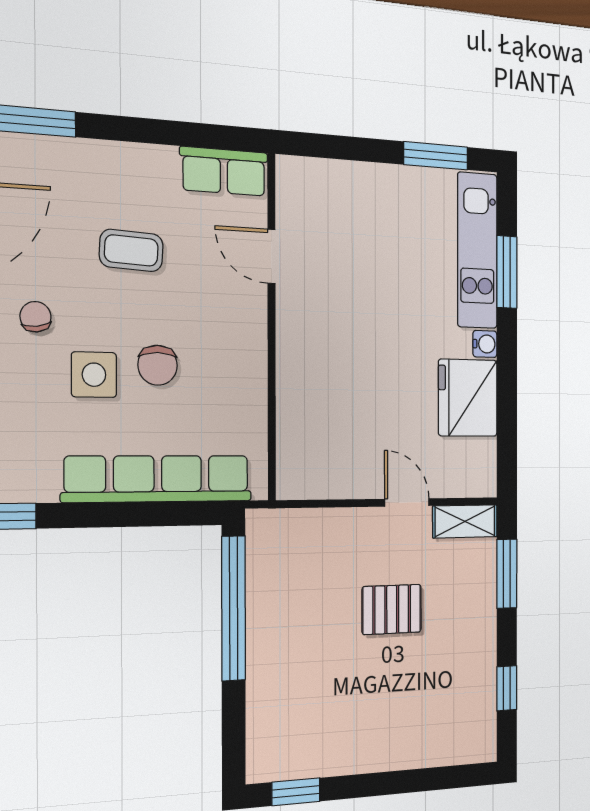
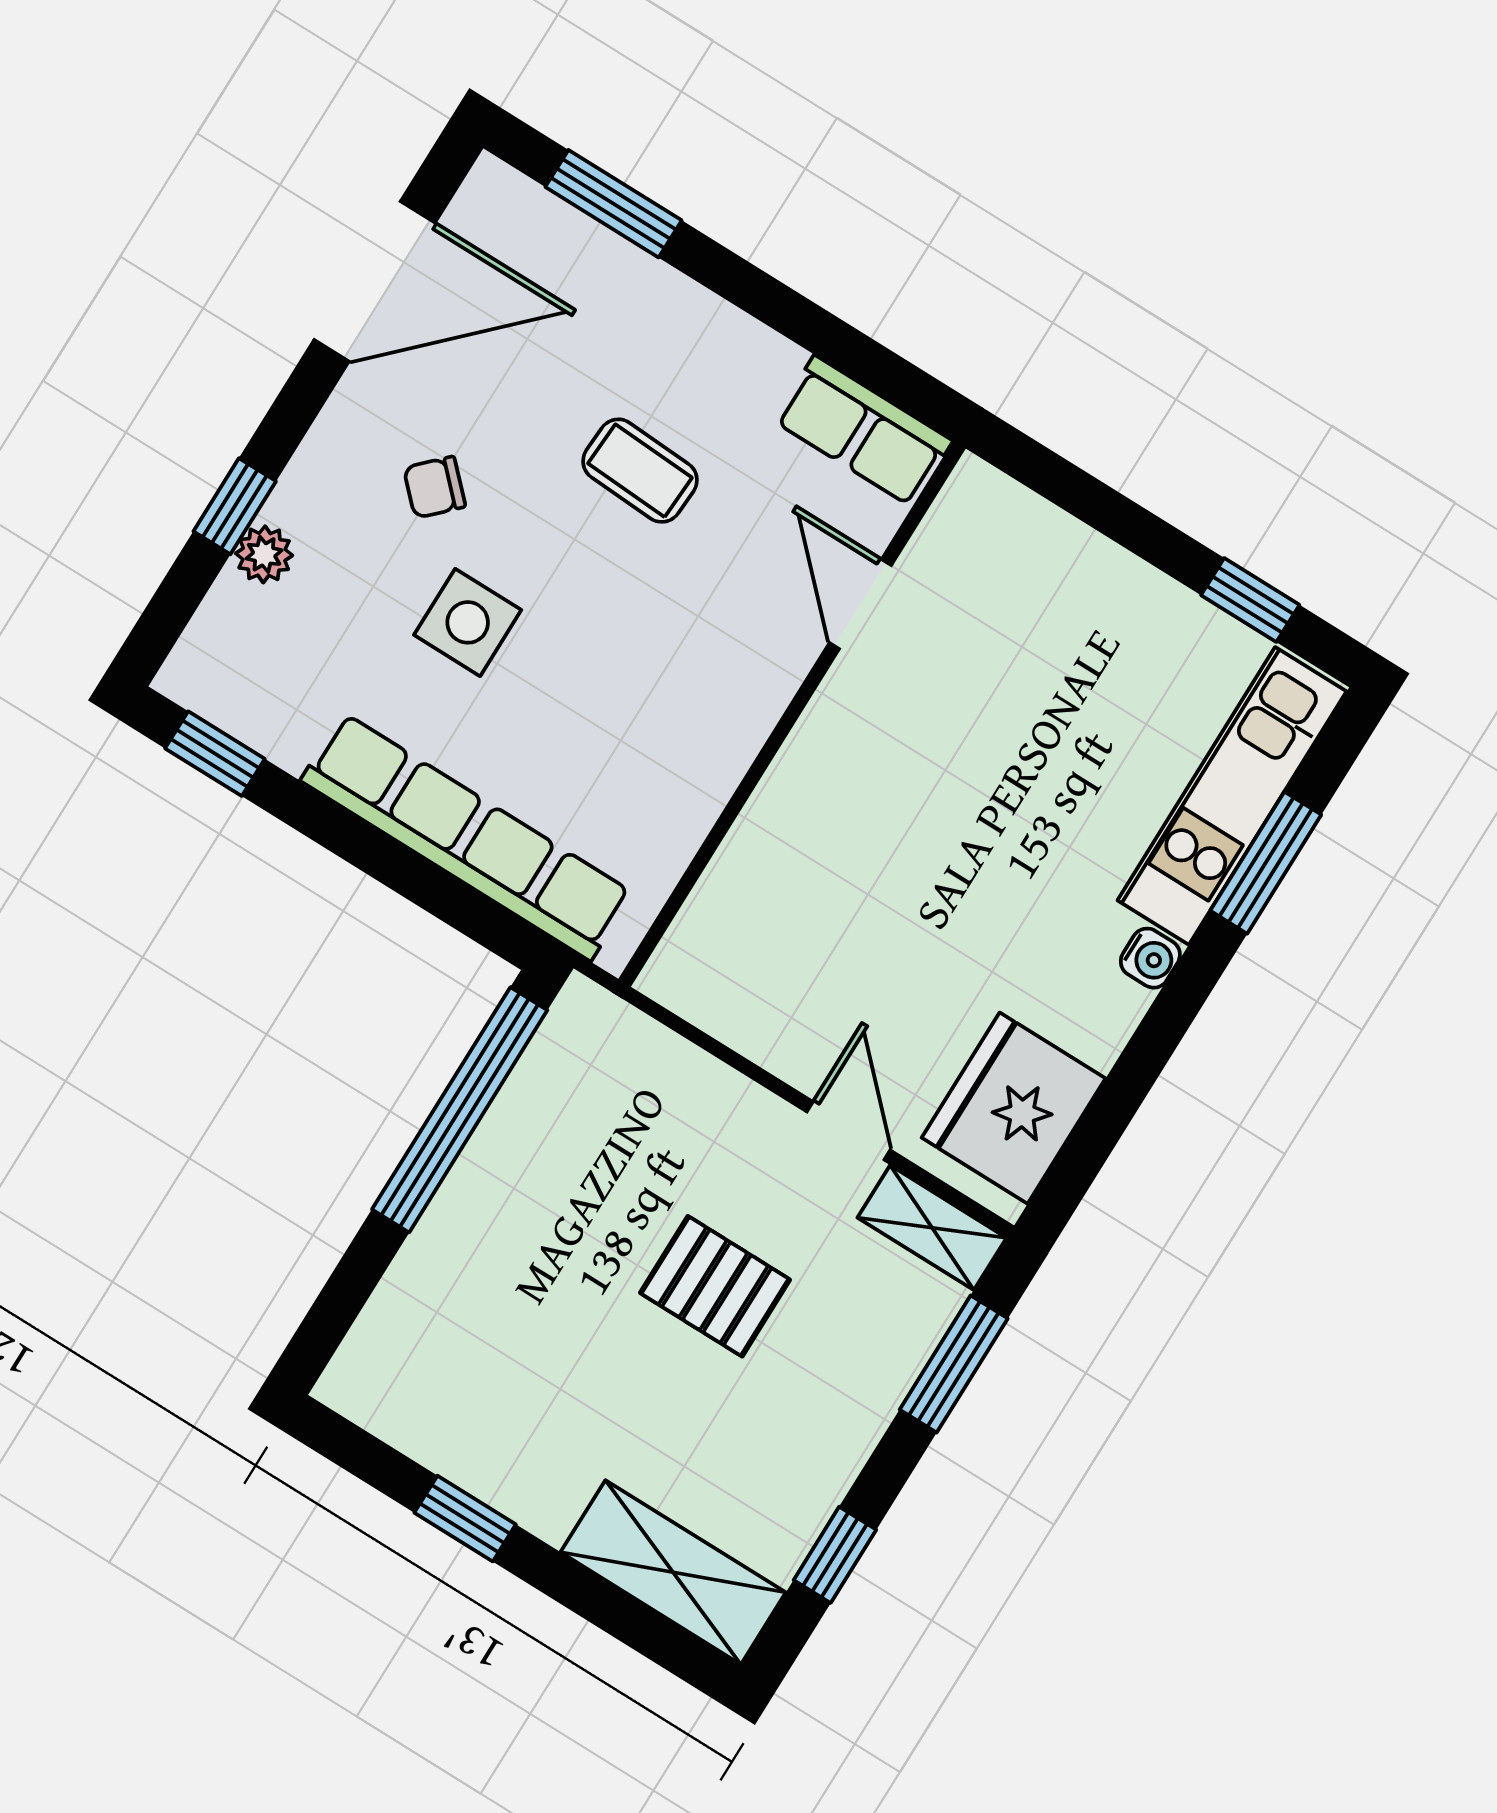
window: (436, 156) -> (1250, 600), width x0.67
chair: (36, 317) -> (434, 487), turned -128
chair: (158, 365) -> (573, 666), removed
fridge: (468, 398) -> (1014, 1108), moved
shelving: (447, 744) -> (673, 1572), added
window: (296, 792) -> (465, 1519), moved

